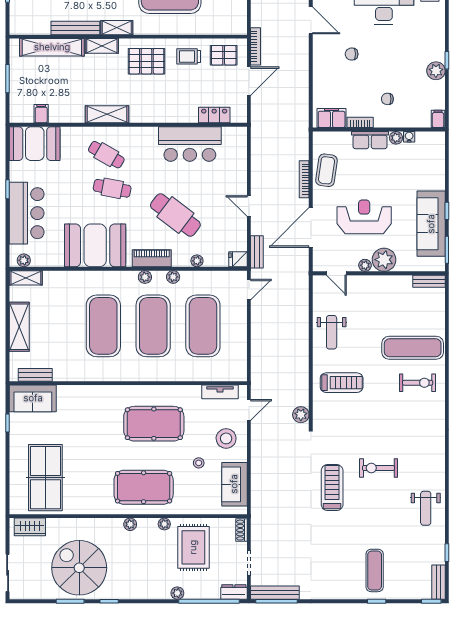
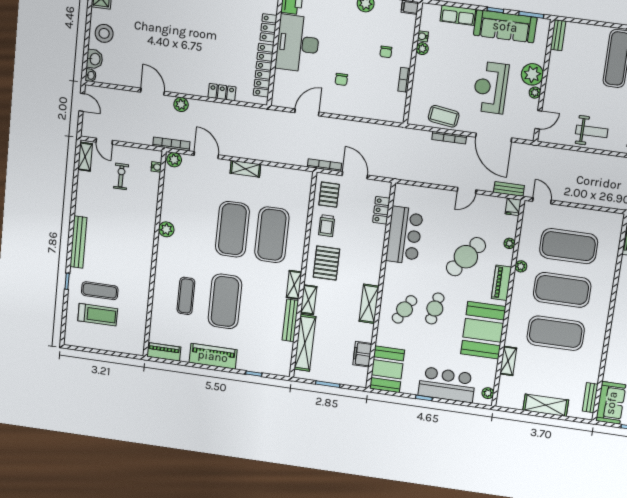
filing cabinet: (41, 114) -> (362, 354), width x2.00
filing cabinet: (332, 118) -> (397, 105), removed
row of seats: (370, 140) -> (458, 15), moved, turned 90
plant: (145, 277) -> (517, 291), removed
shelving: (26, 278) -> (508, 361), moved

